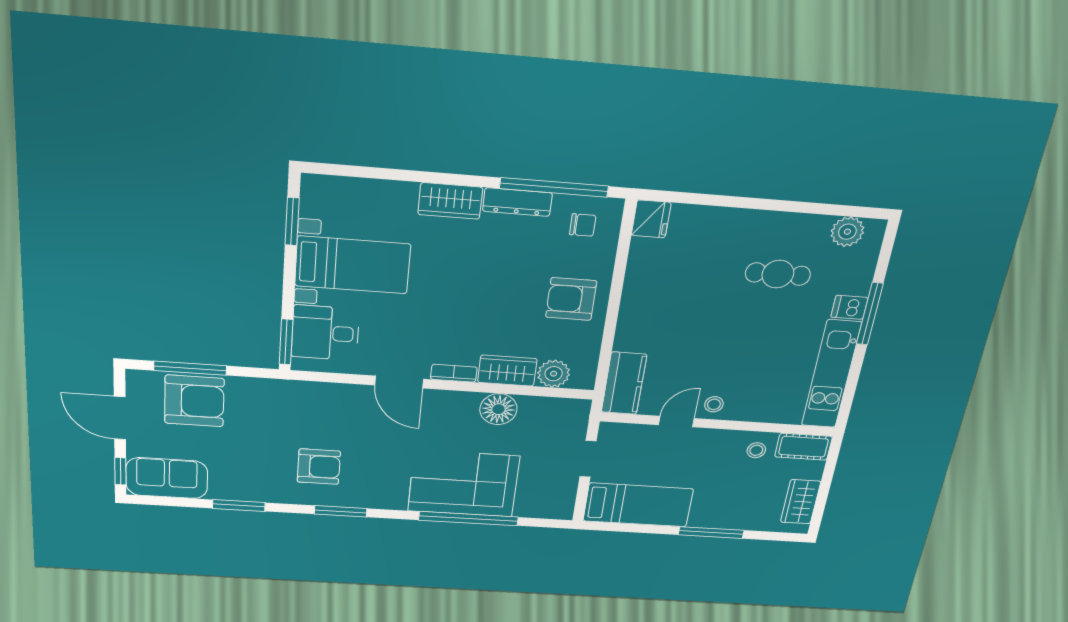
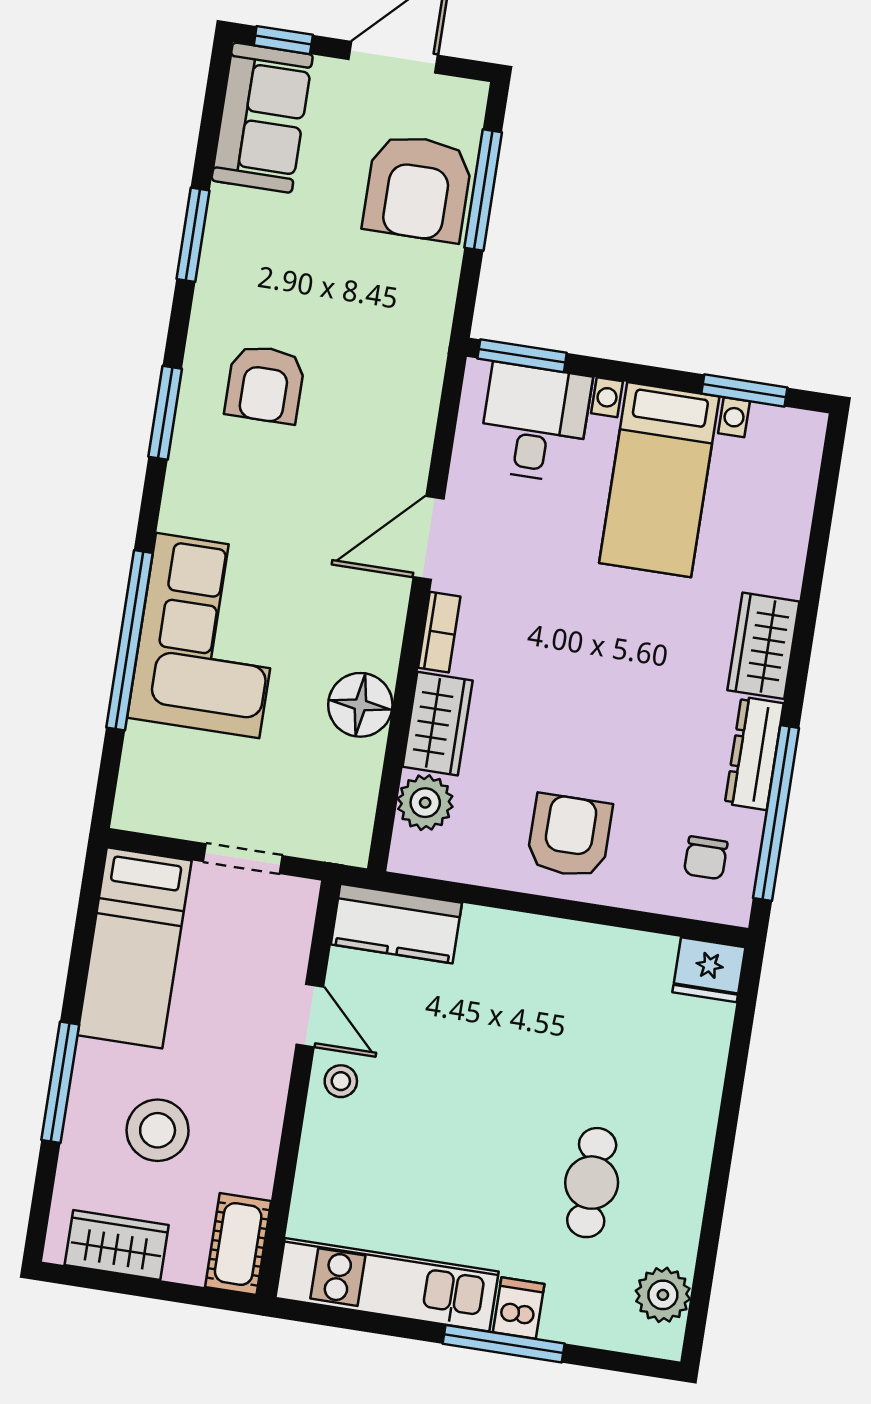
stool: (756, 450) -> (158, 1130), moved, width x1.89, depth x1.89

